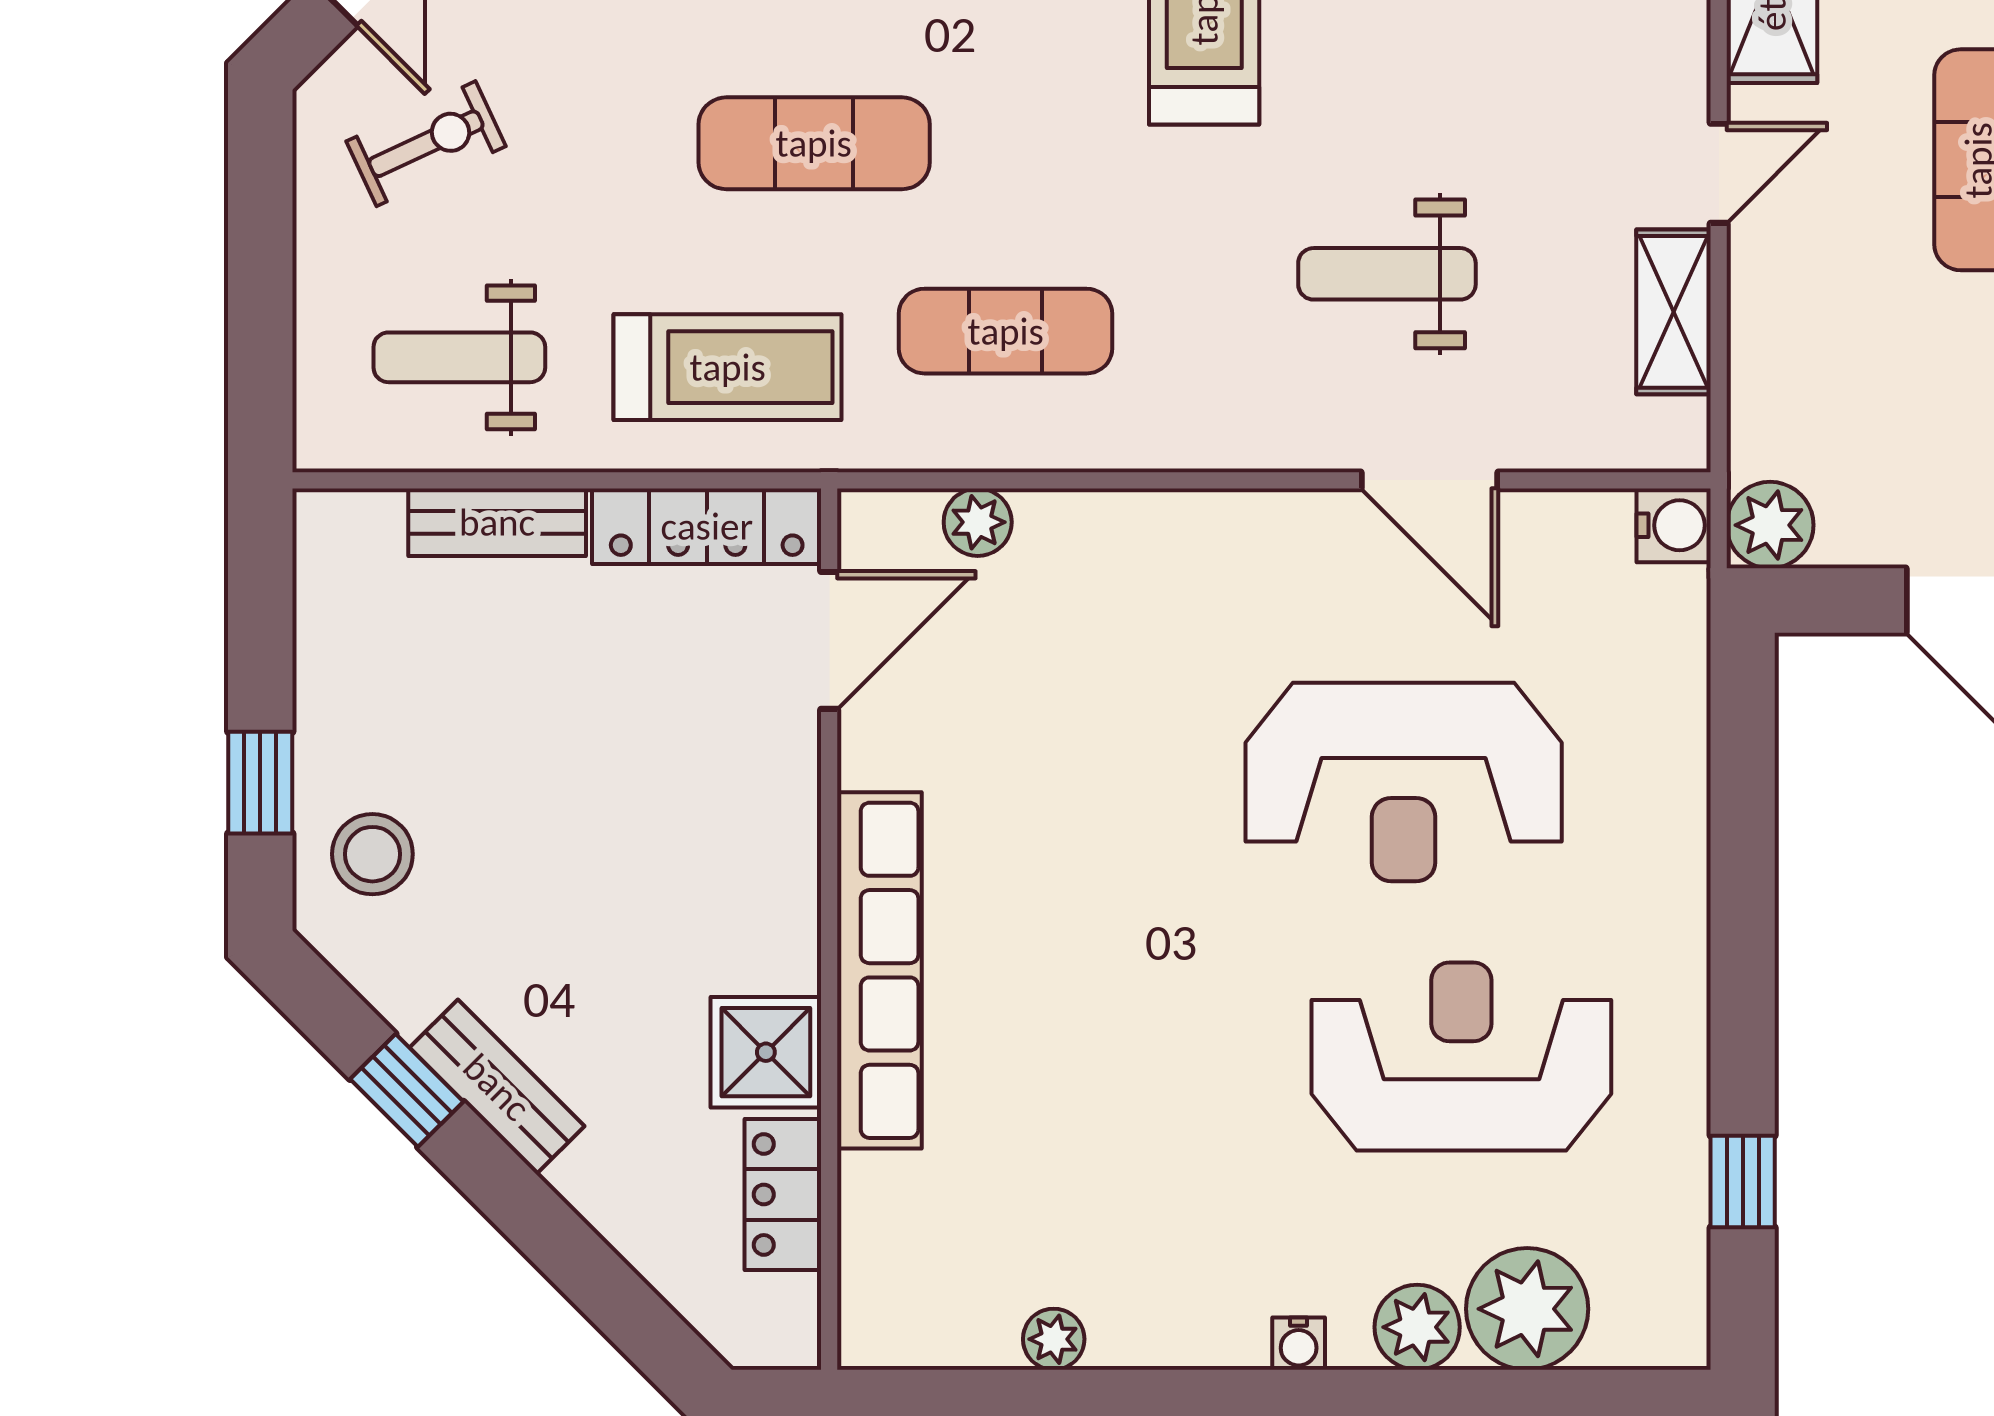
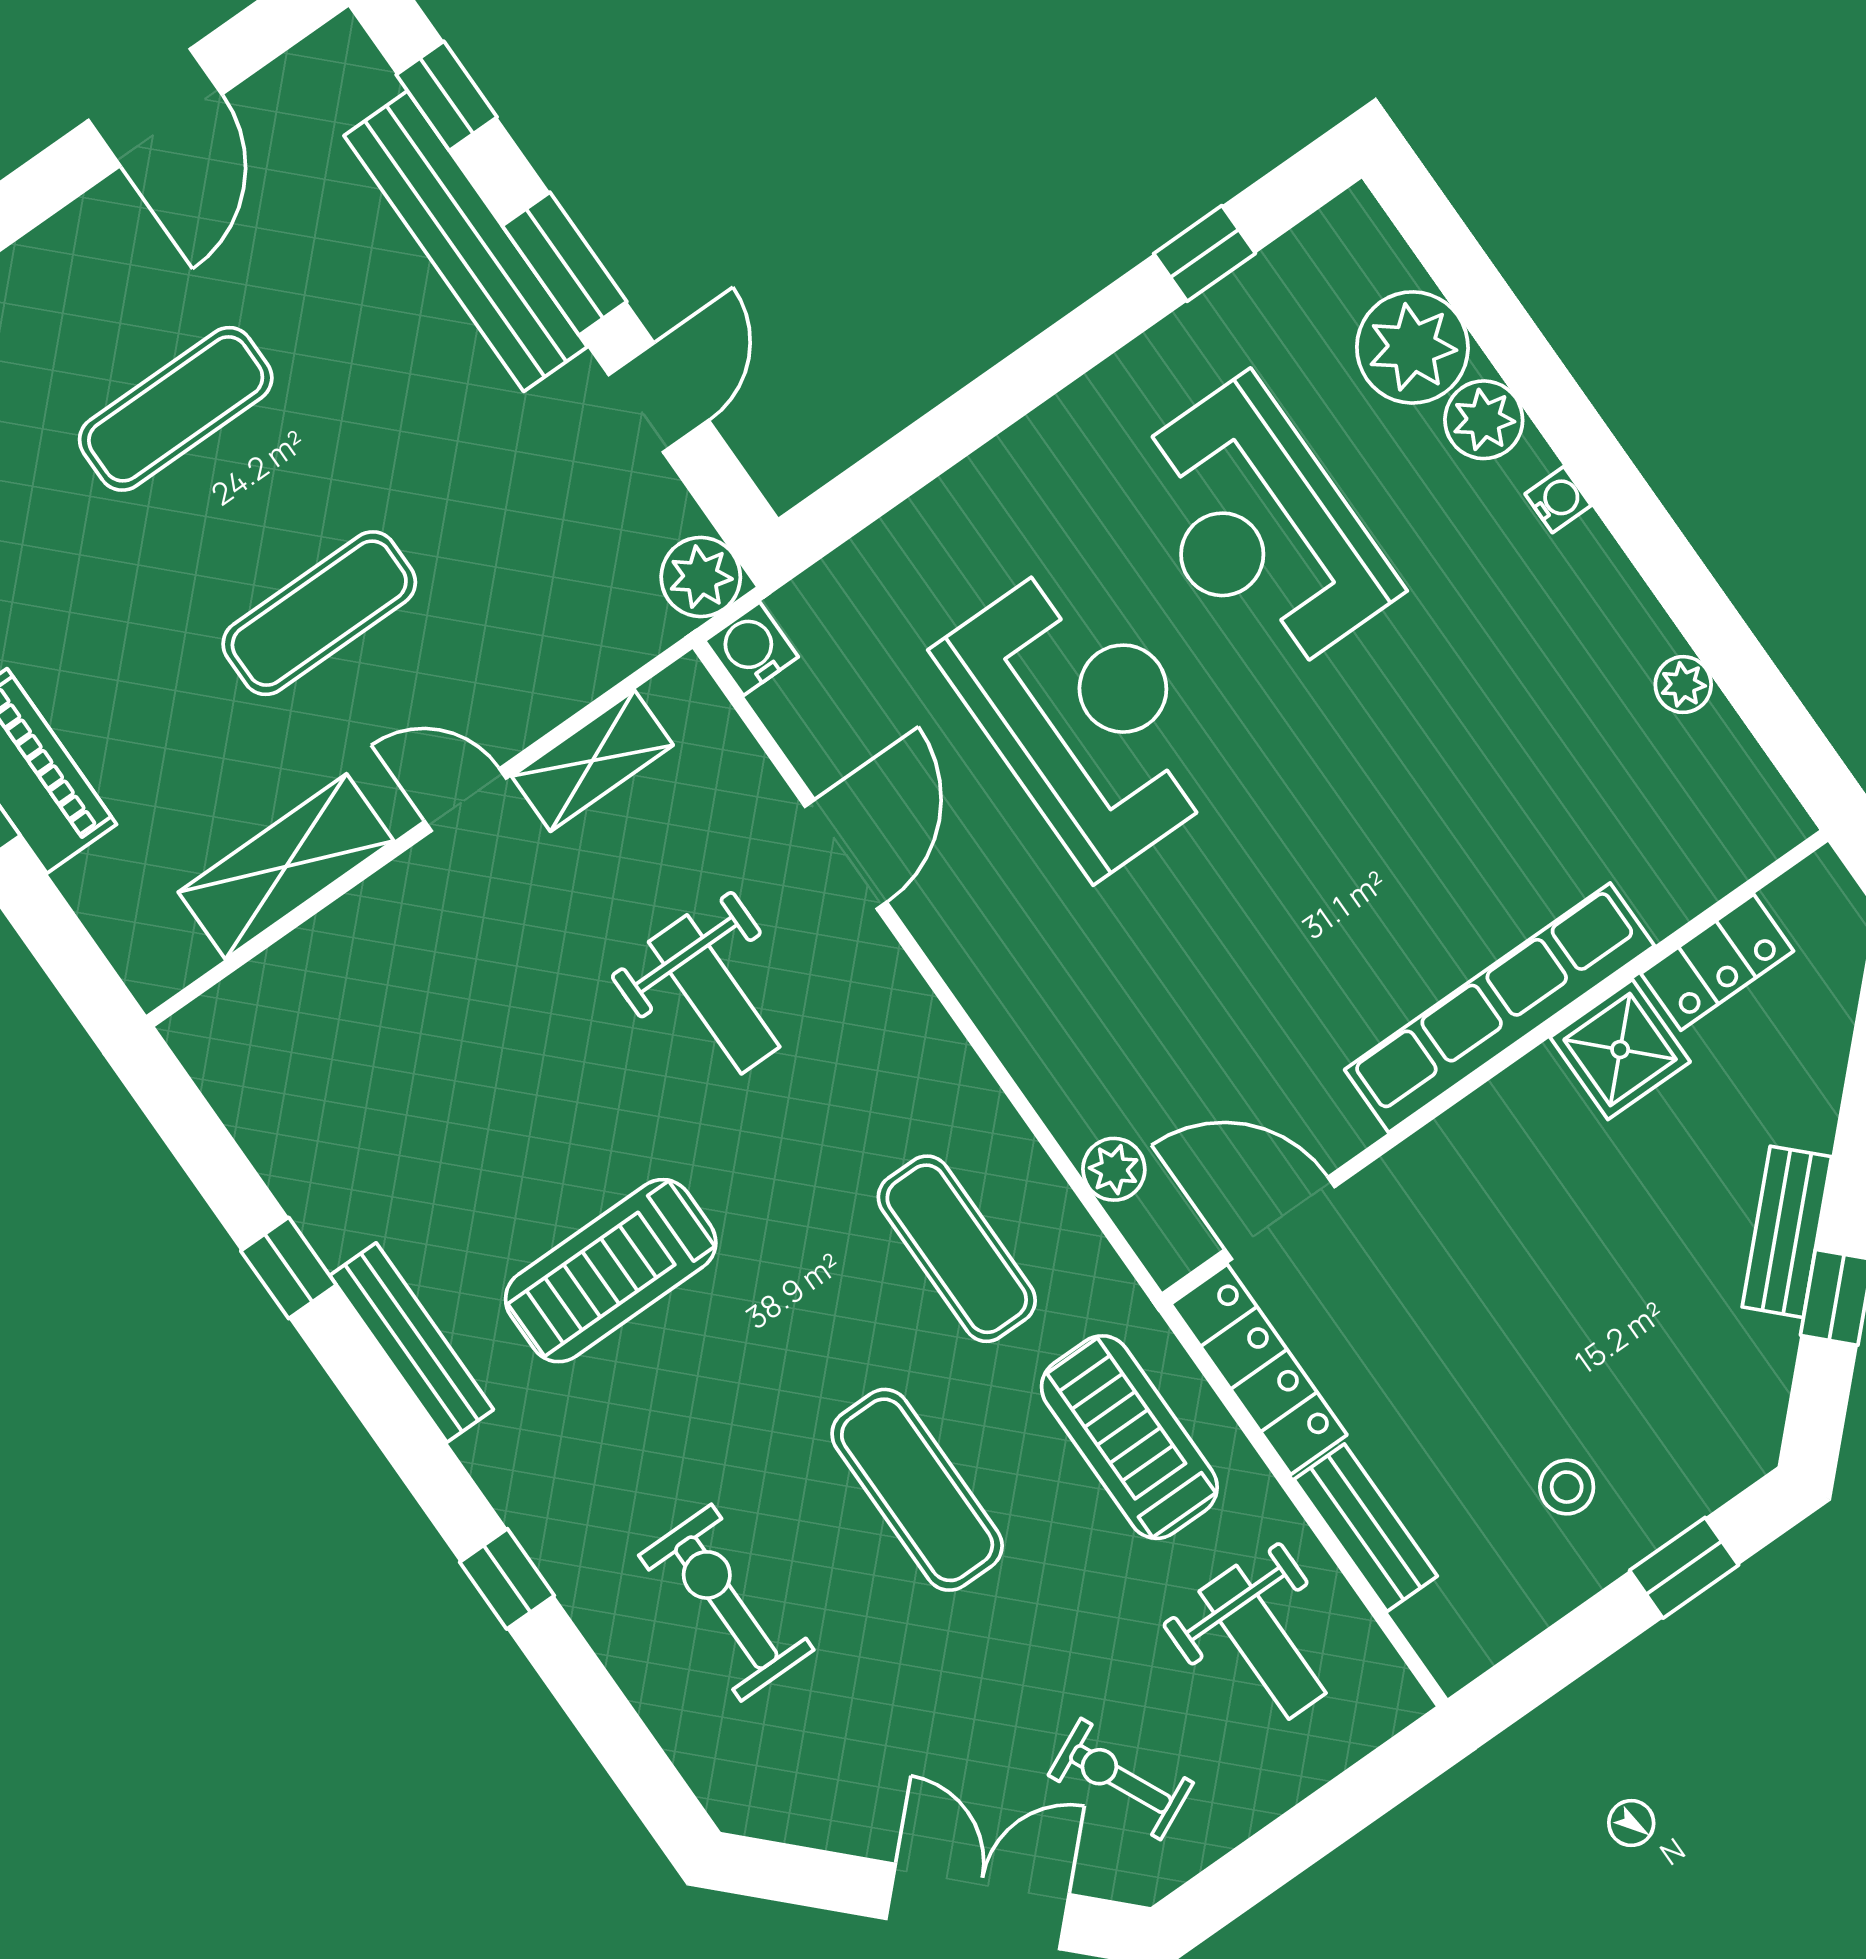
stool: (372, 854) -> (1567, 1487), moved, width x0.73, depth x0.73

